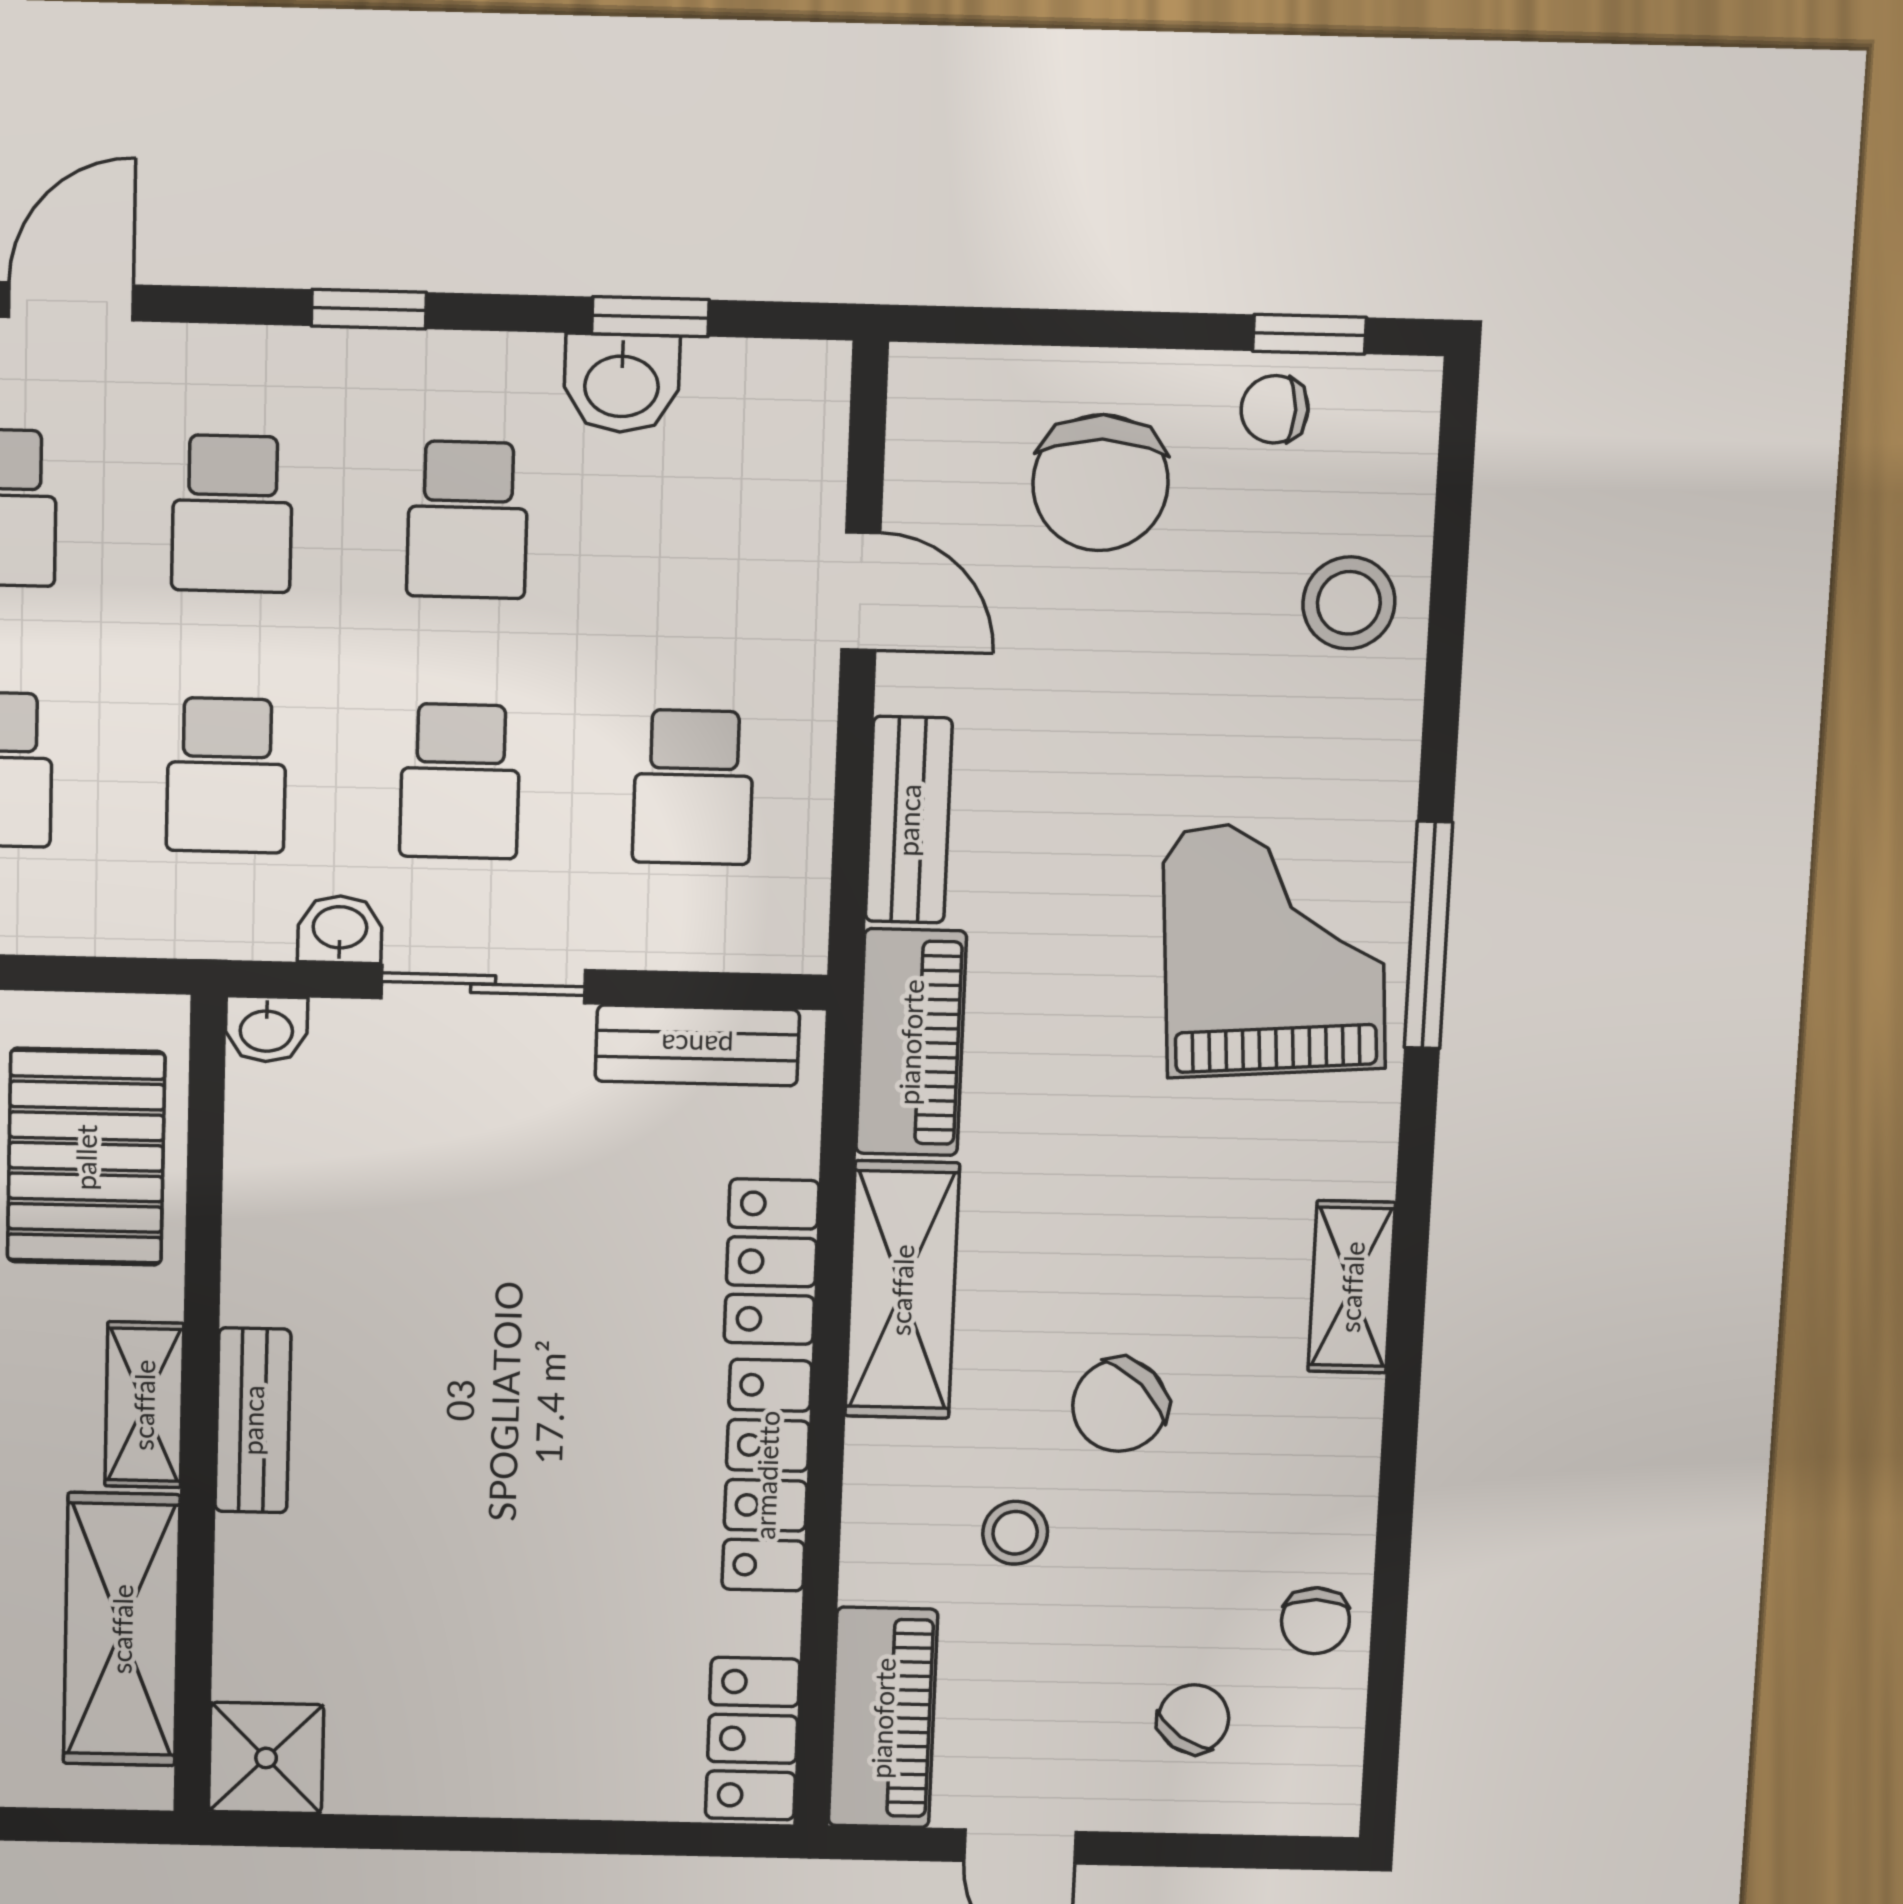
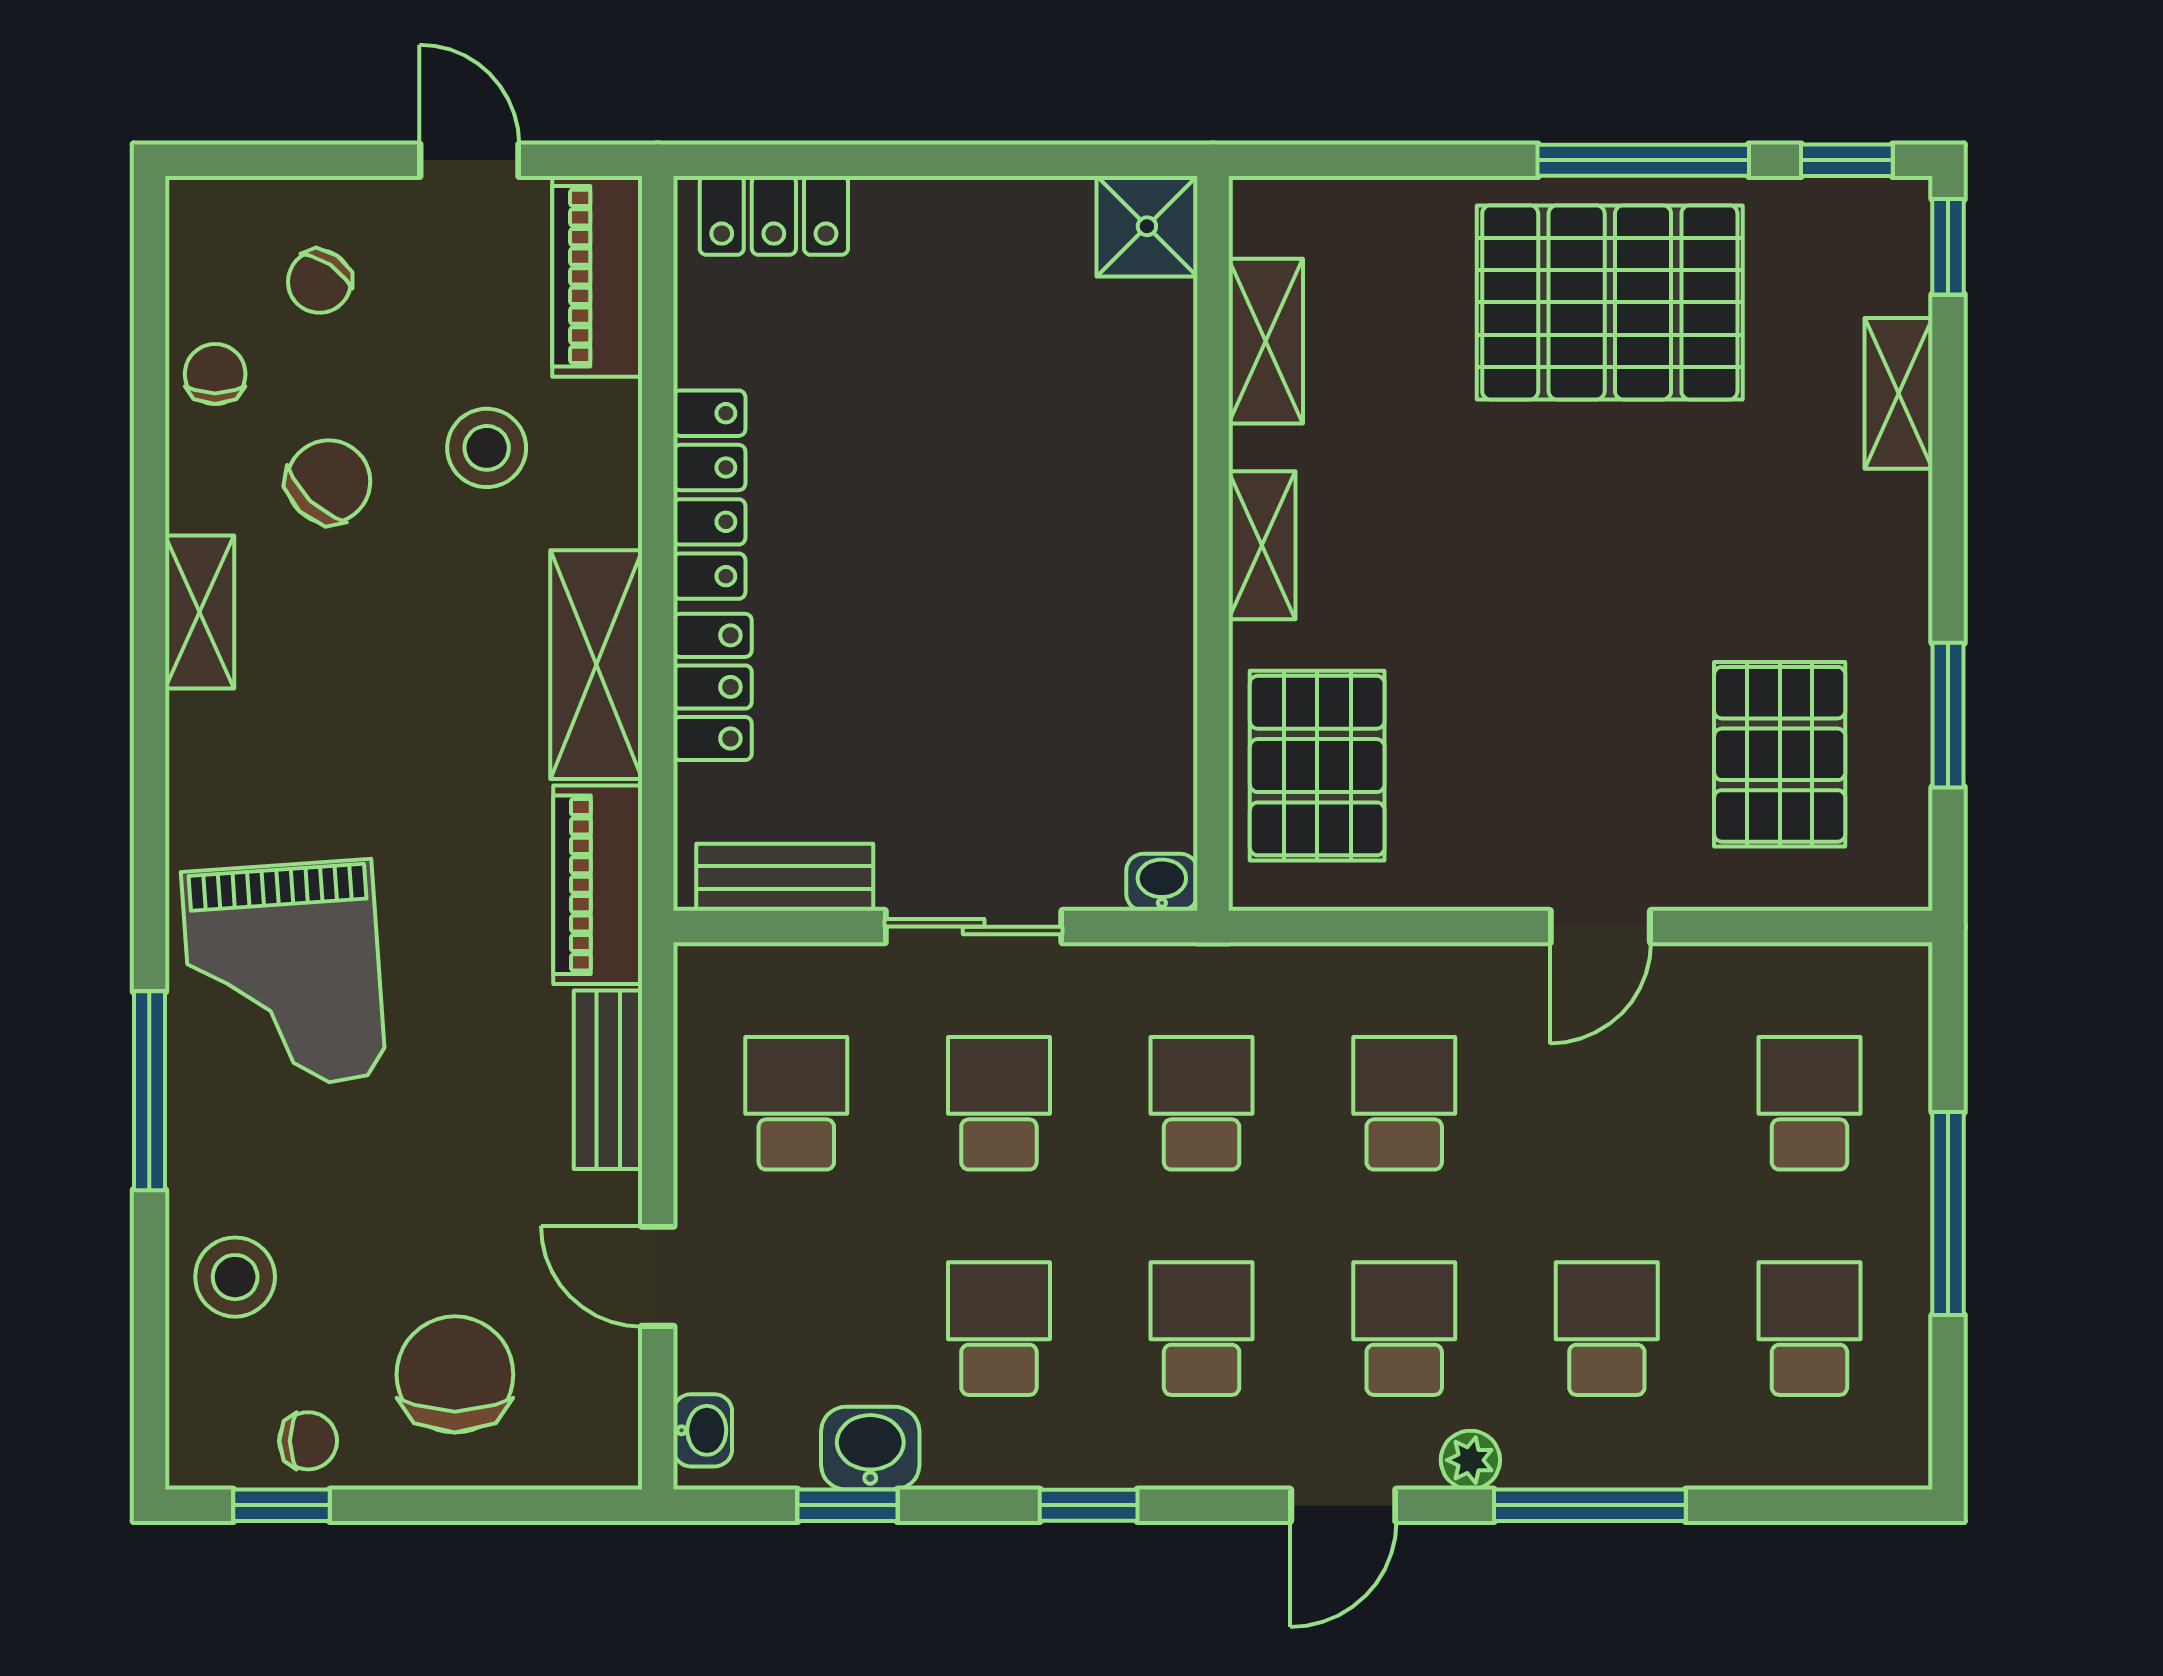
washbasin: (340, 929) -> (703, 1430), moved, turned -90
window: (1429, 935) -> (149, 1091), moved
shelving: (1352, 1287) -> (200, 612), moved
chair: (1120, 1405) -> (329, 482), moved
bench: (253, 1420) -> (1166, 533), removed
stool: (1015, 1533) -> (487, 448), width x1.37, depth x1.37
shelving: (122, 1629) -> (1266, 341), width x0.67, depth x0.75
locker: (753, 1739) -> (774, 215), moved, turned 90

